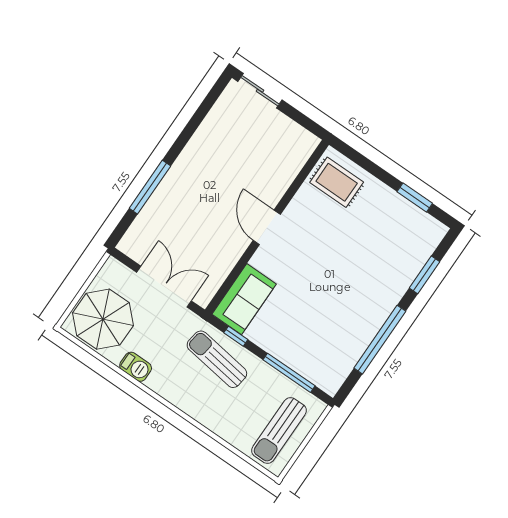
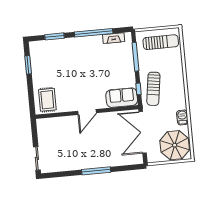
window: (150, 187) -> (96, 171), moved
double door: (164, 287) -> (143, 132), width x1.36
fireplace: (346, 363) -> (114, 38), added

